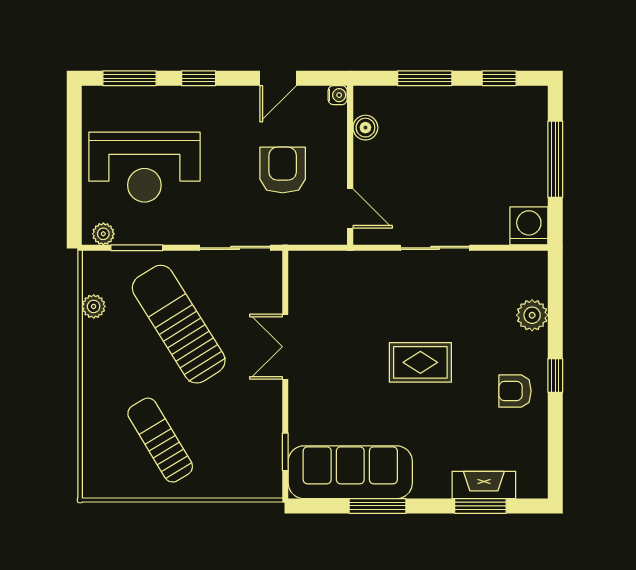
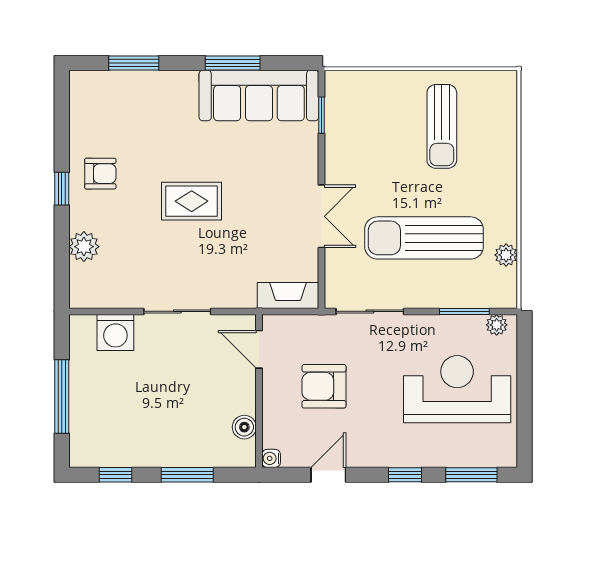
armchair: (283, 170) -> (324, 386), turned 90
washing machine: (529, 226) -> (115, 332), moved
sun lounger: (179, 324) -> (424, 238), turned 122
sun lounger: (160, 440) -> (442, 126), turned 31
fireplace: (484, 485) -> (288, 295), moved, turned 180

